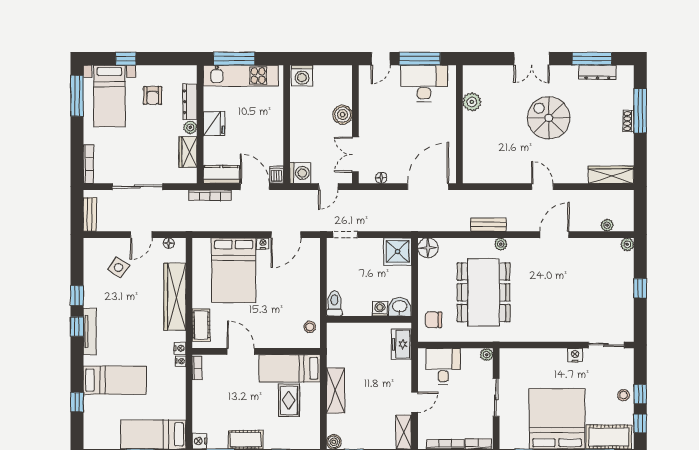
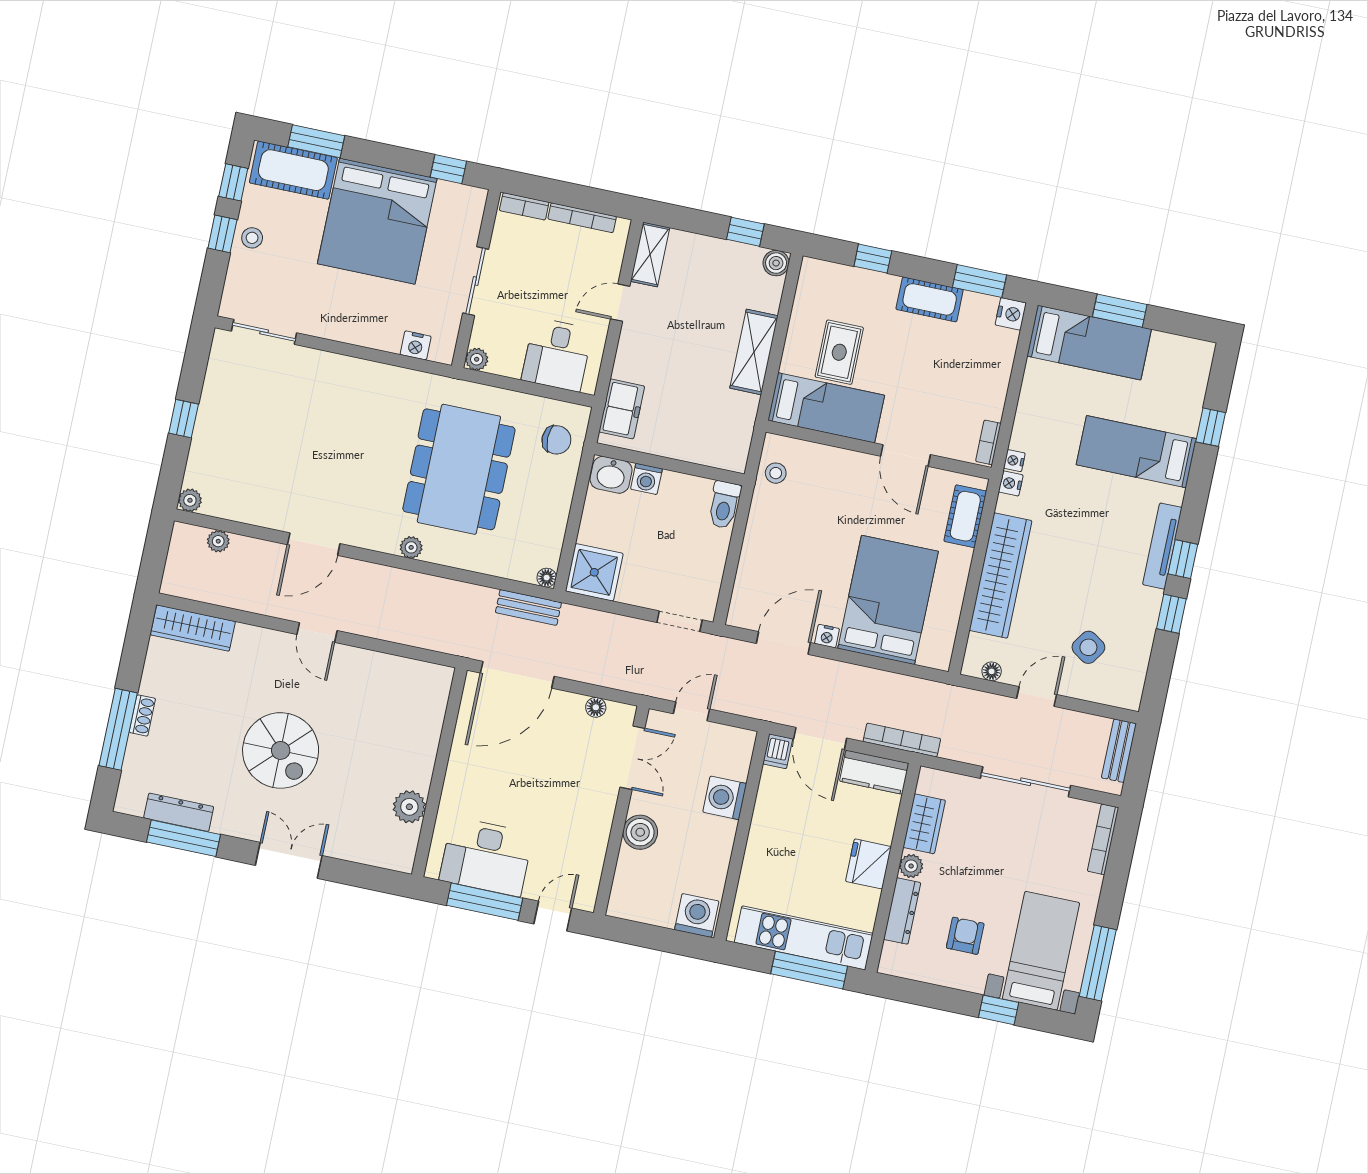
washing machine: (300, 173) -> (725, 798), moved
bench: (488, 225) -> (528, 607), moved
floor lamp: (428, 248) -> (547, 578), width x0.53, depth x0.53
nightstand: (575, 355) -> (416, 345), moved

